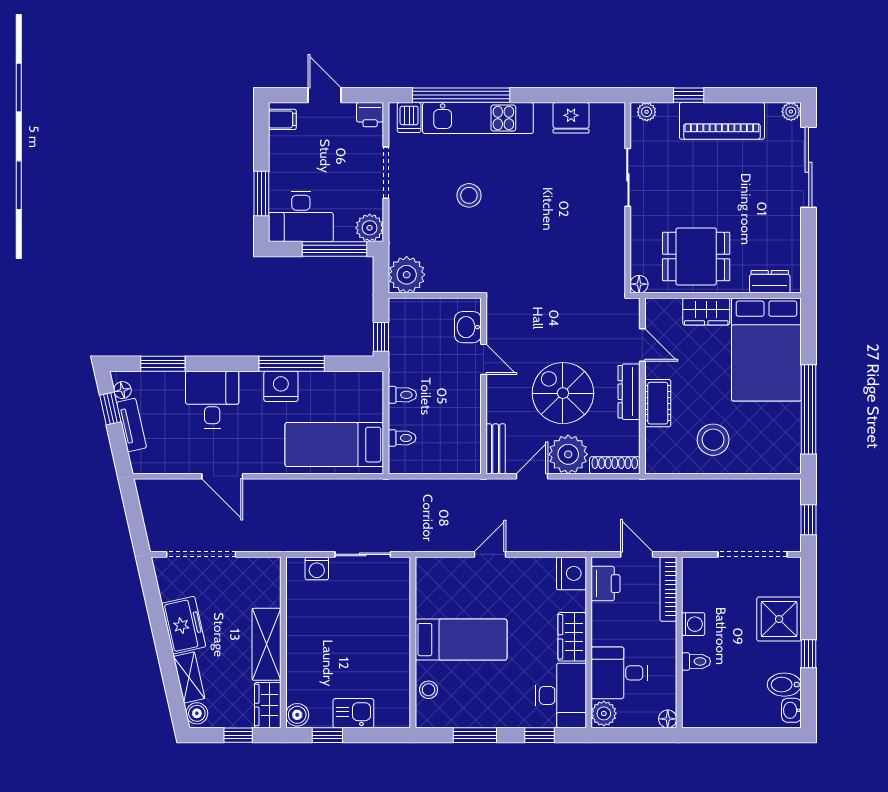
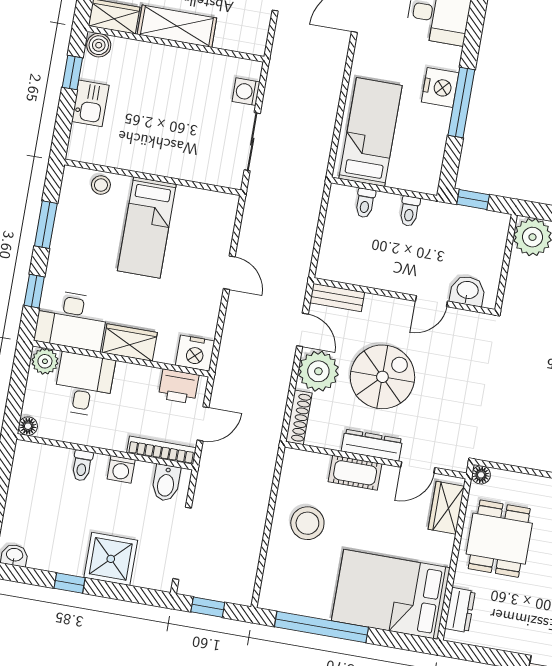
wardrobe: (706, 311) -> (446, 508), moved
bidet: (784, 685) -> (166, 483), moved, turned 180

